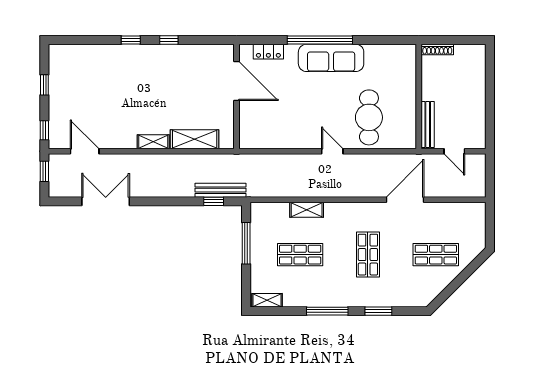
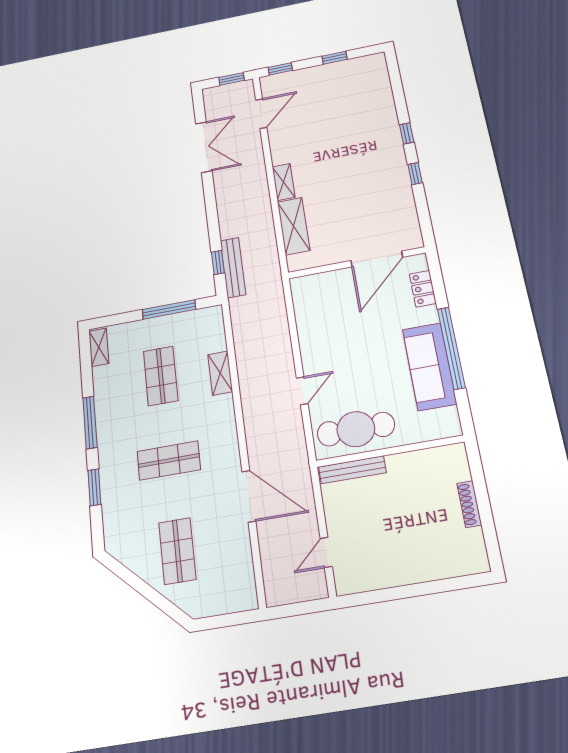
wall: (419, 96) -> (390, 451), moved
bench: (428, 124) -> (352, 470), moved

